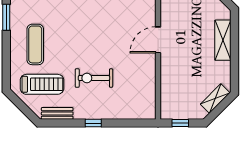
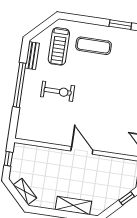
exercise bike: (94, 78) -> (58, 91), turned 90
window: (93, 123) -> (19, 85), width x3.17

